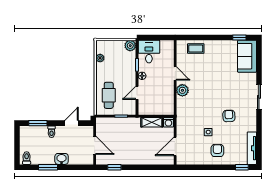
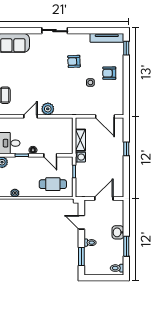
washing machine: (168, 122) -> (80, 157), moved
window: (114, 167) -> (126, 149), moved

